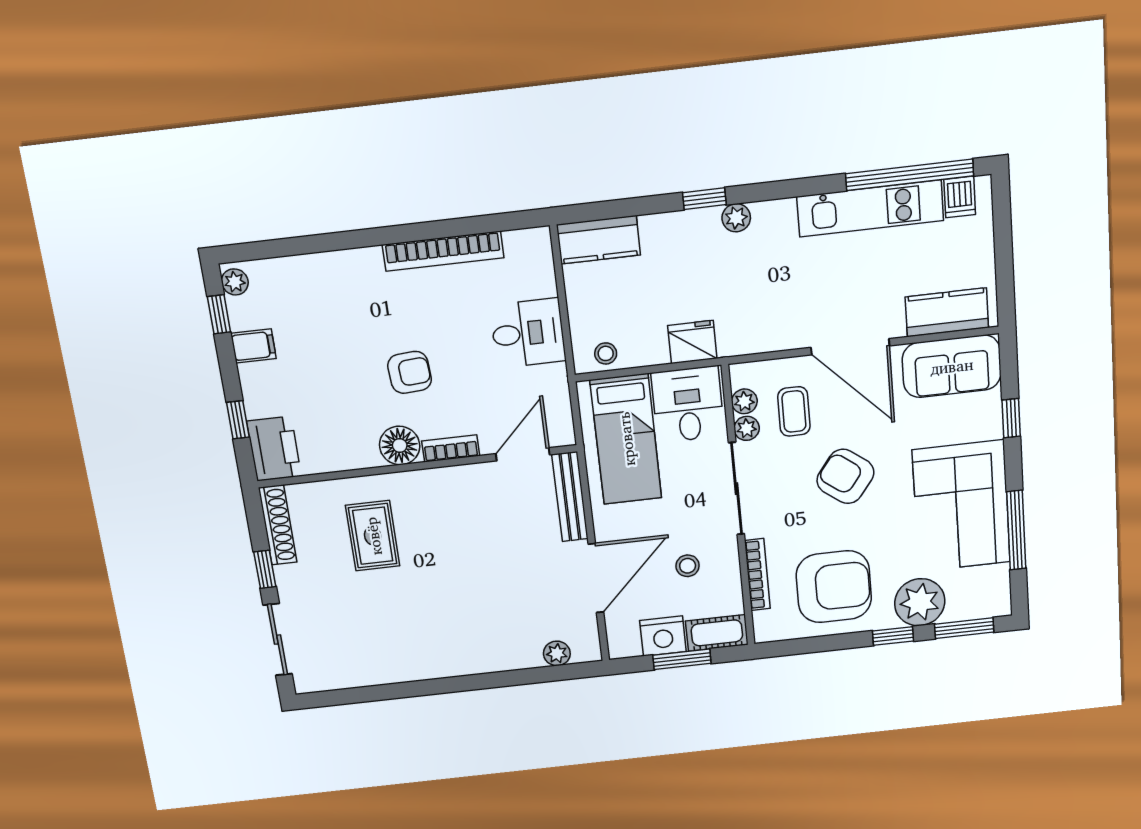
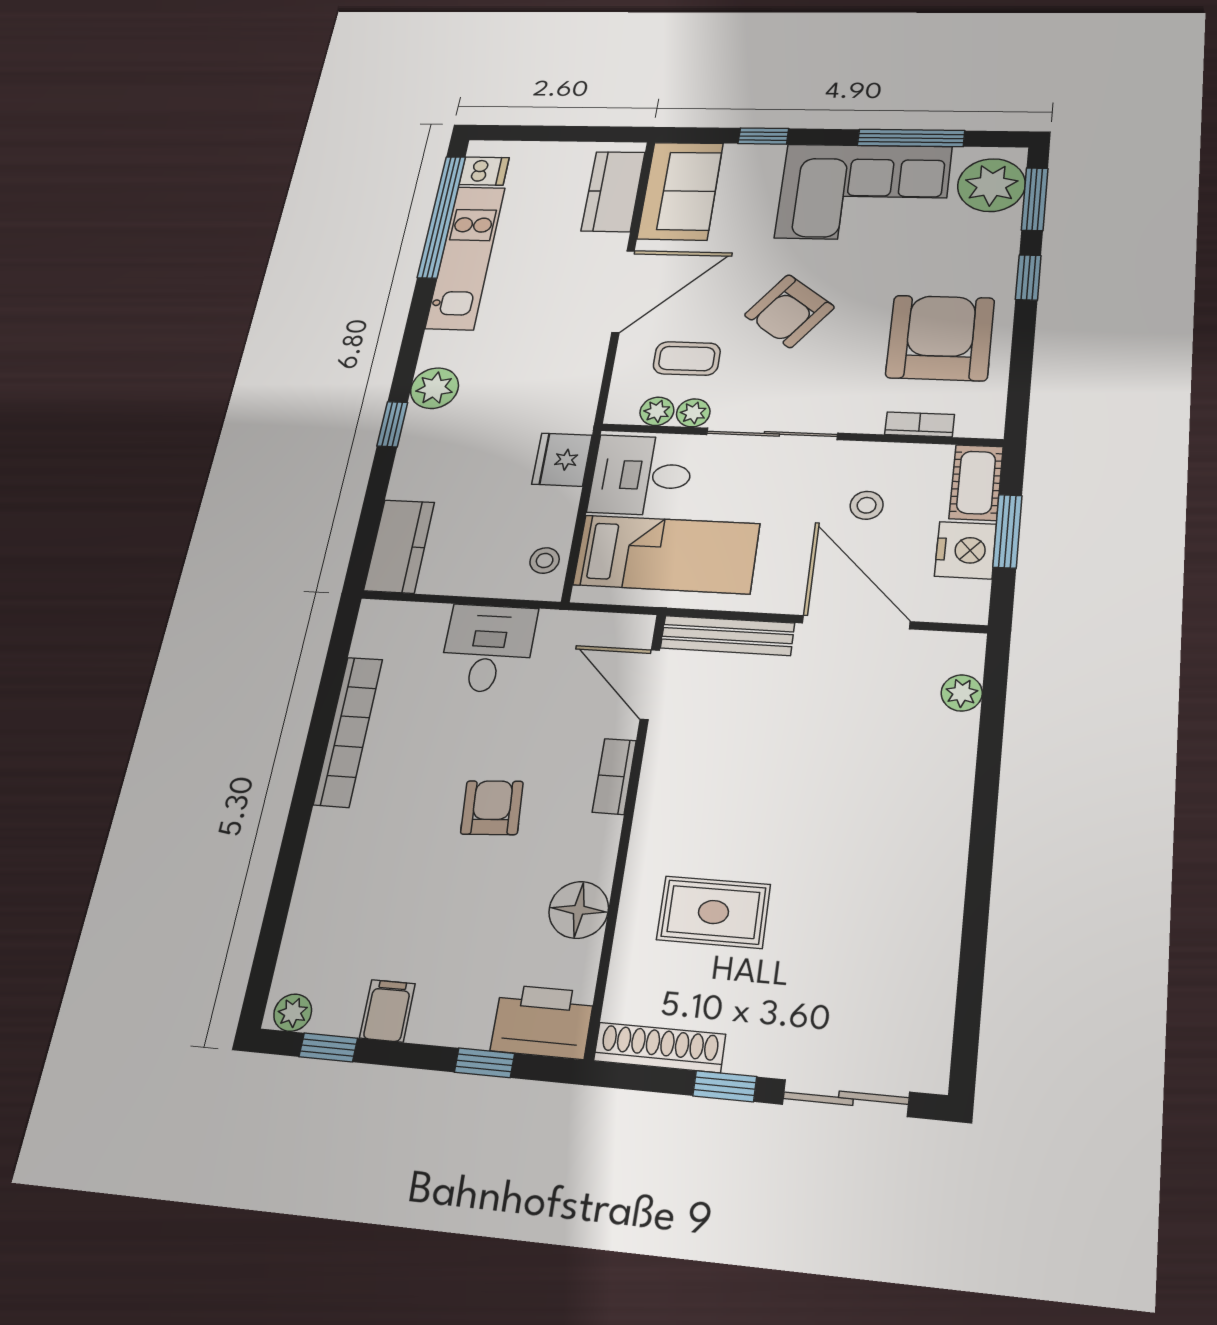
plant: (736, 218) -> (435, 388), width x1.38, depth x1.38
floor lamp: (400, 446) -> (579, 910), moved
bookcase: (757, 575) -> (919, 424), width x0.64
plant: (920, 602) -> (991, 185), moved

